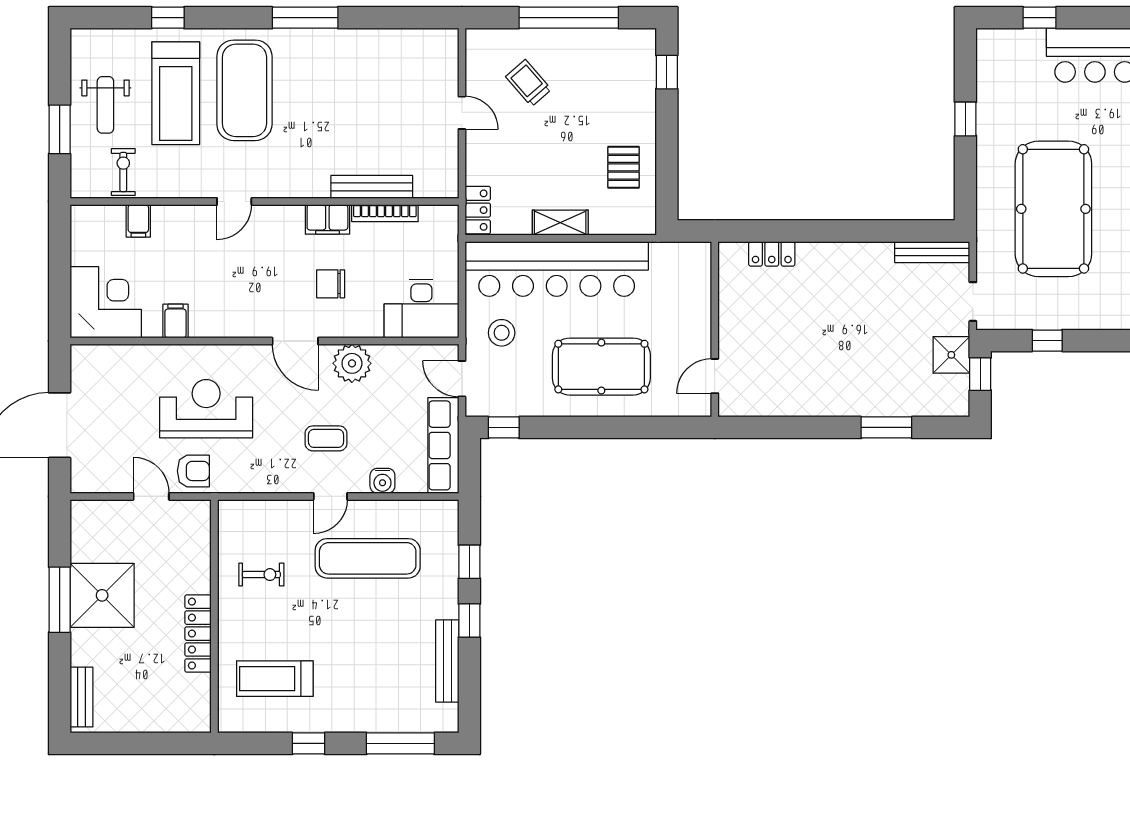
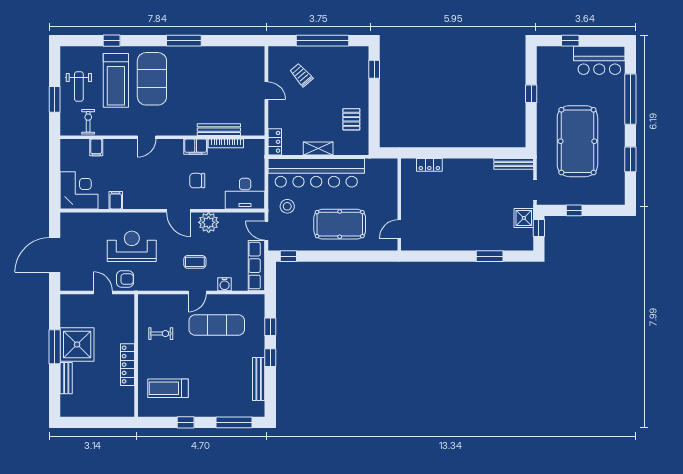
bench: (81, 697) -> (66, 378), moved

